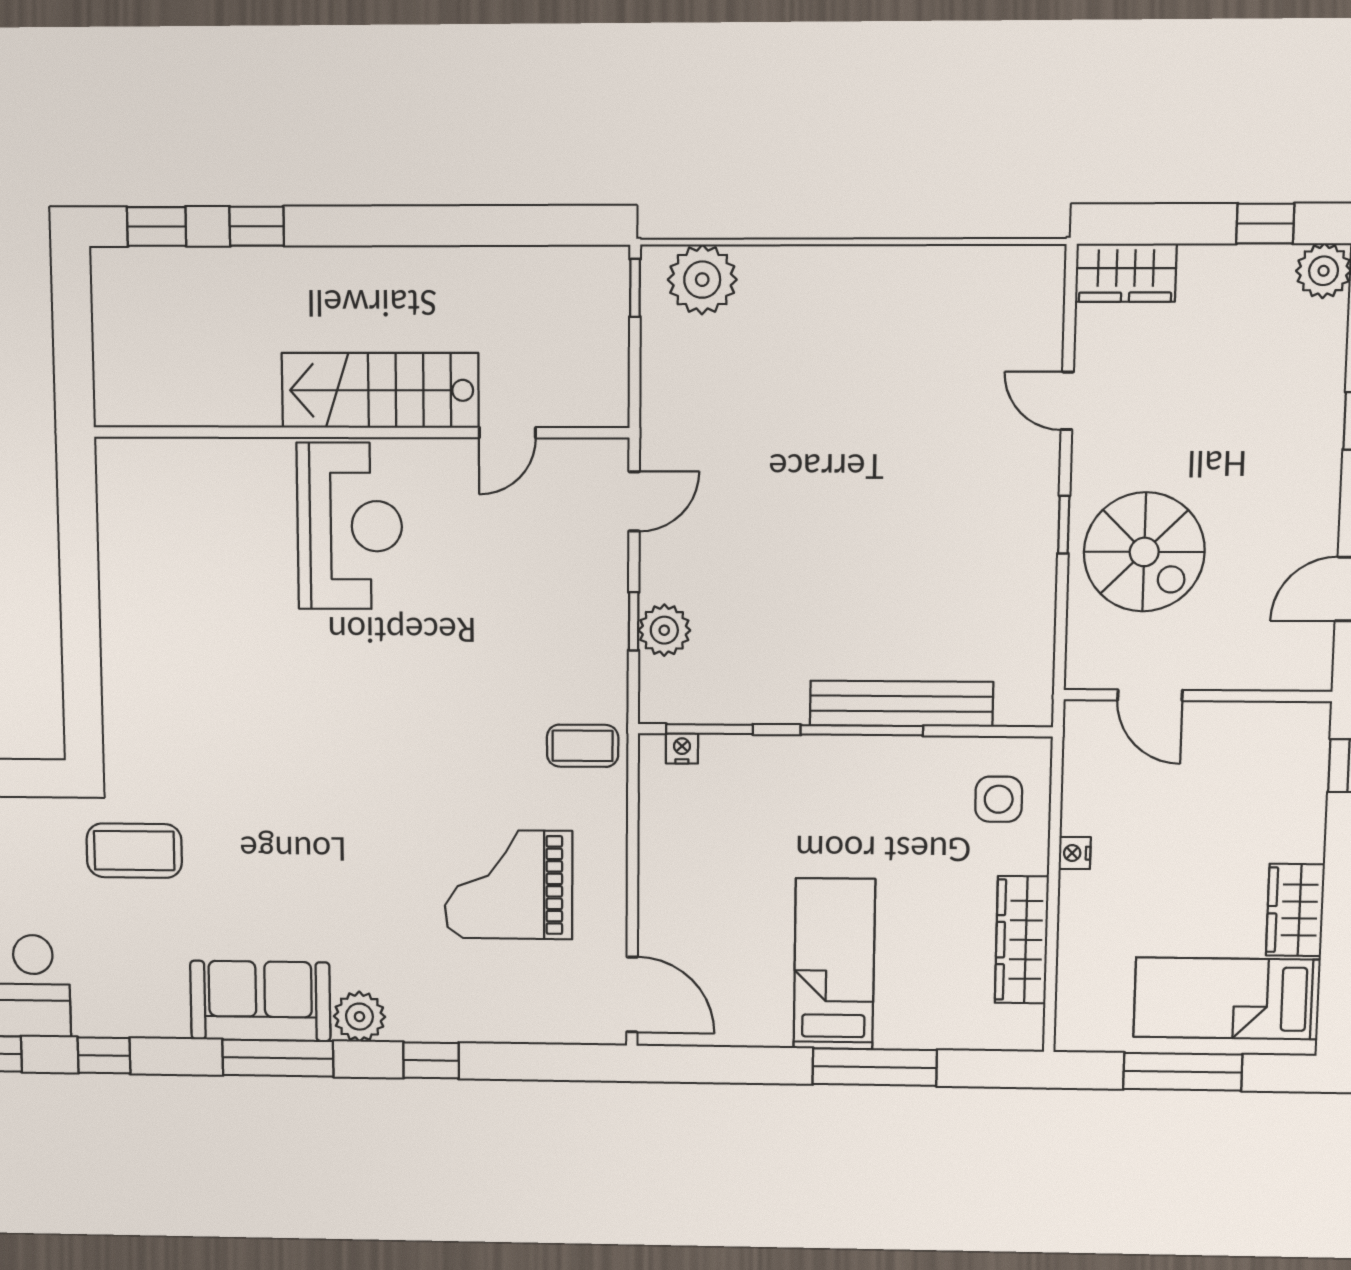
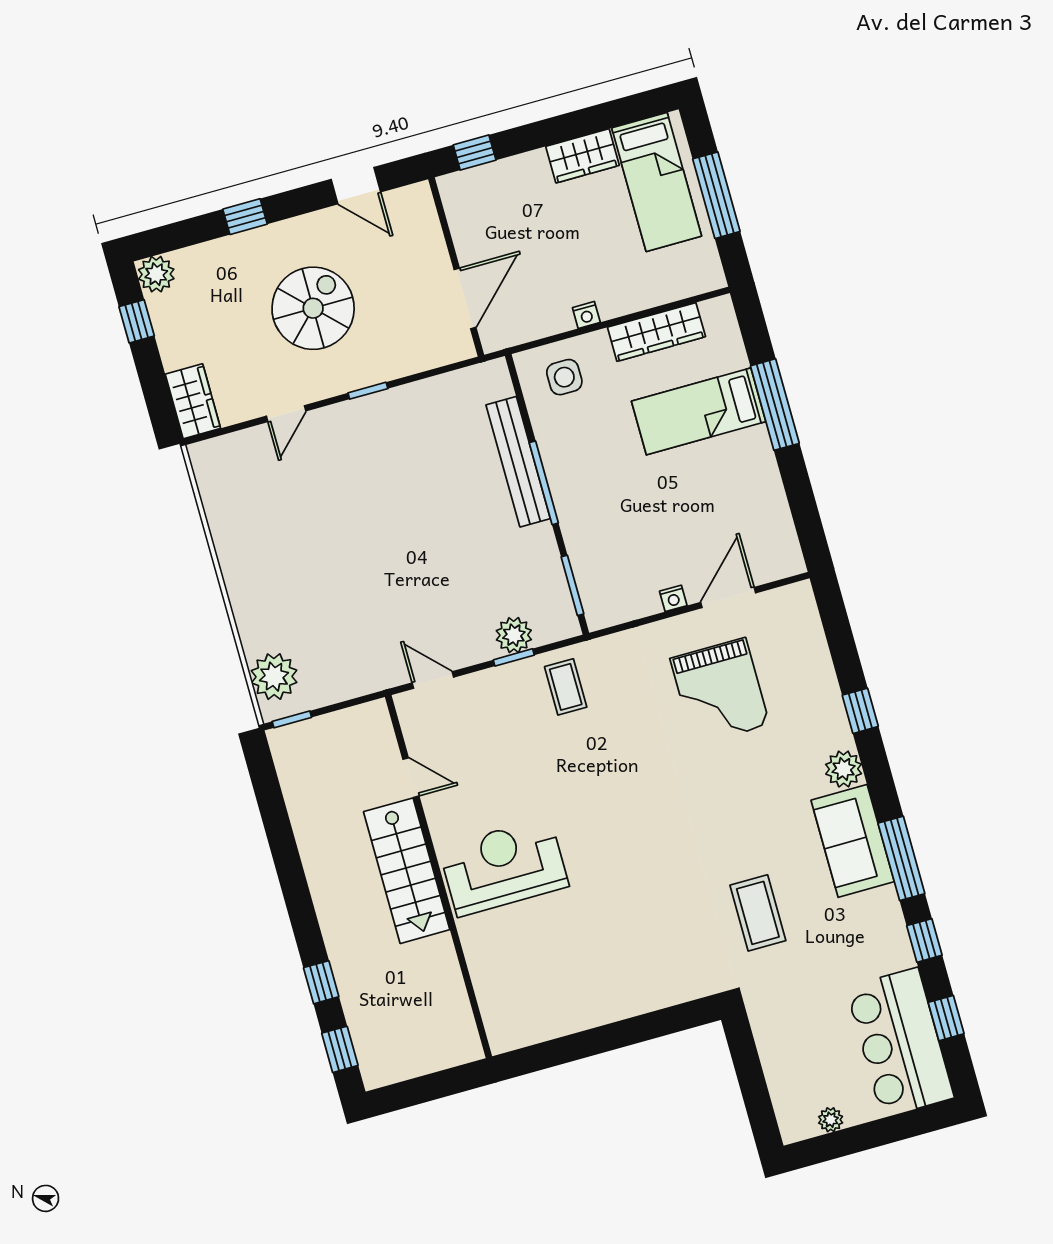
spiral stairs: (1144, 552) -> (313, 308), moved
door: (1150, 695) -> (465, 298), width x1.38
coffee table: (583, 746) -> (566, 687), moved
nightstand: (682, 749) -> (673, 598), moved, turned -90
coffee table: (134, 851) -> (758, 913), moved
bed: (834, 964) -> (699, 411), moved
door: (632, 995) -> (728, 598), moved
window: (278, 1058) -> (901, 858), moved

